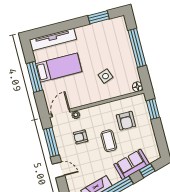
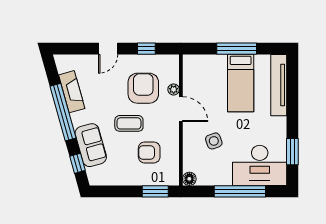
desk: (115, 38) -> (260, 165), added
door: (61, 113) -> (181, 109), moved
armchair: (81, 137) -> (143, 88), width x1.88, depth x1.88
window: (51, 142) -> (146, 49), width x0.46

